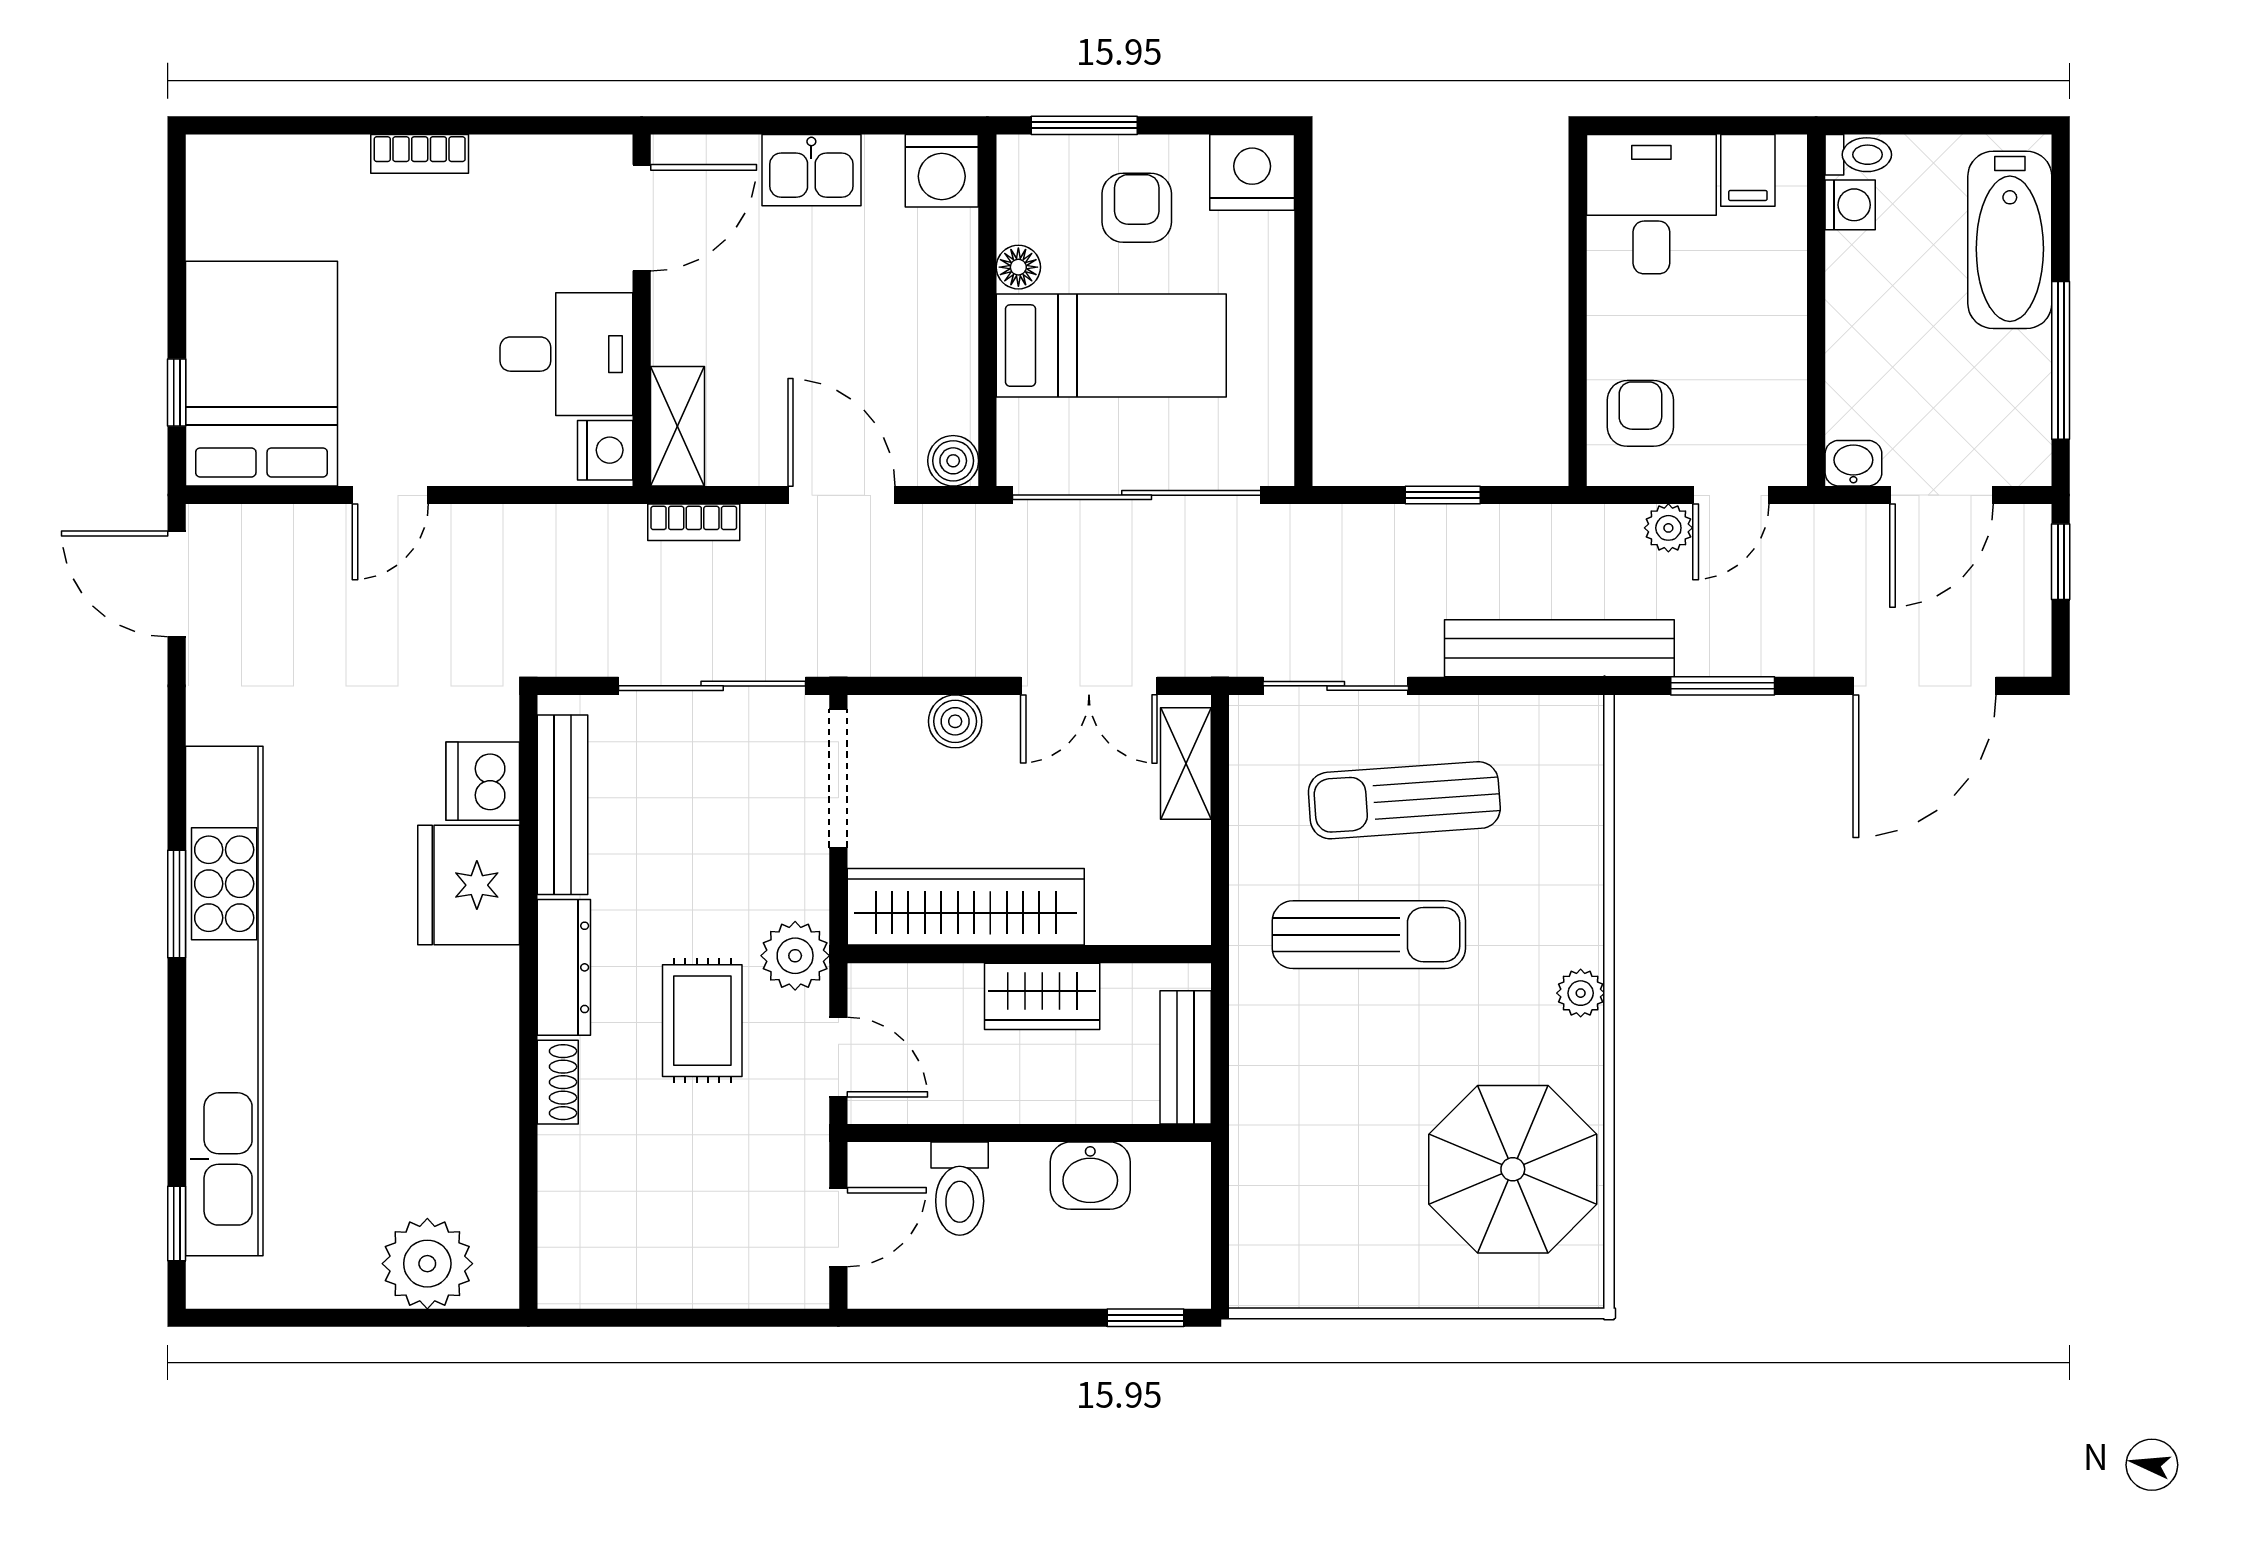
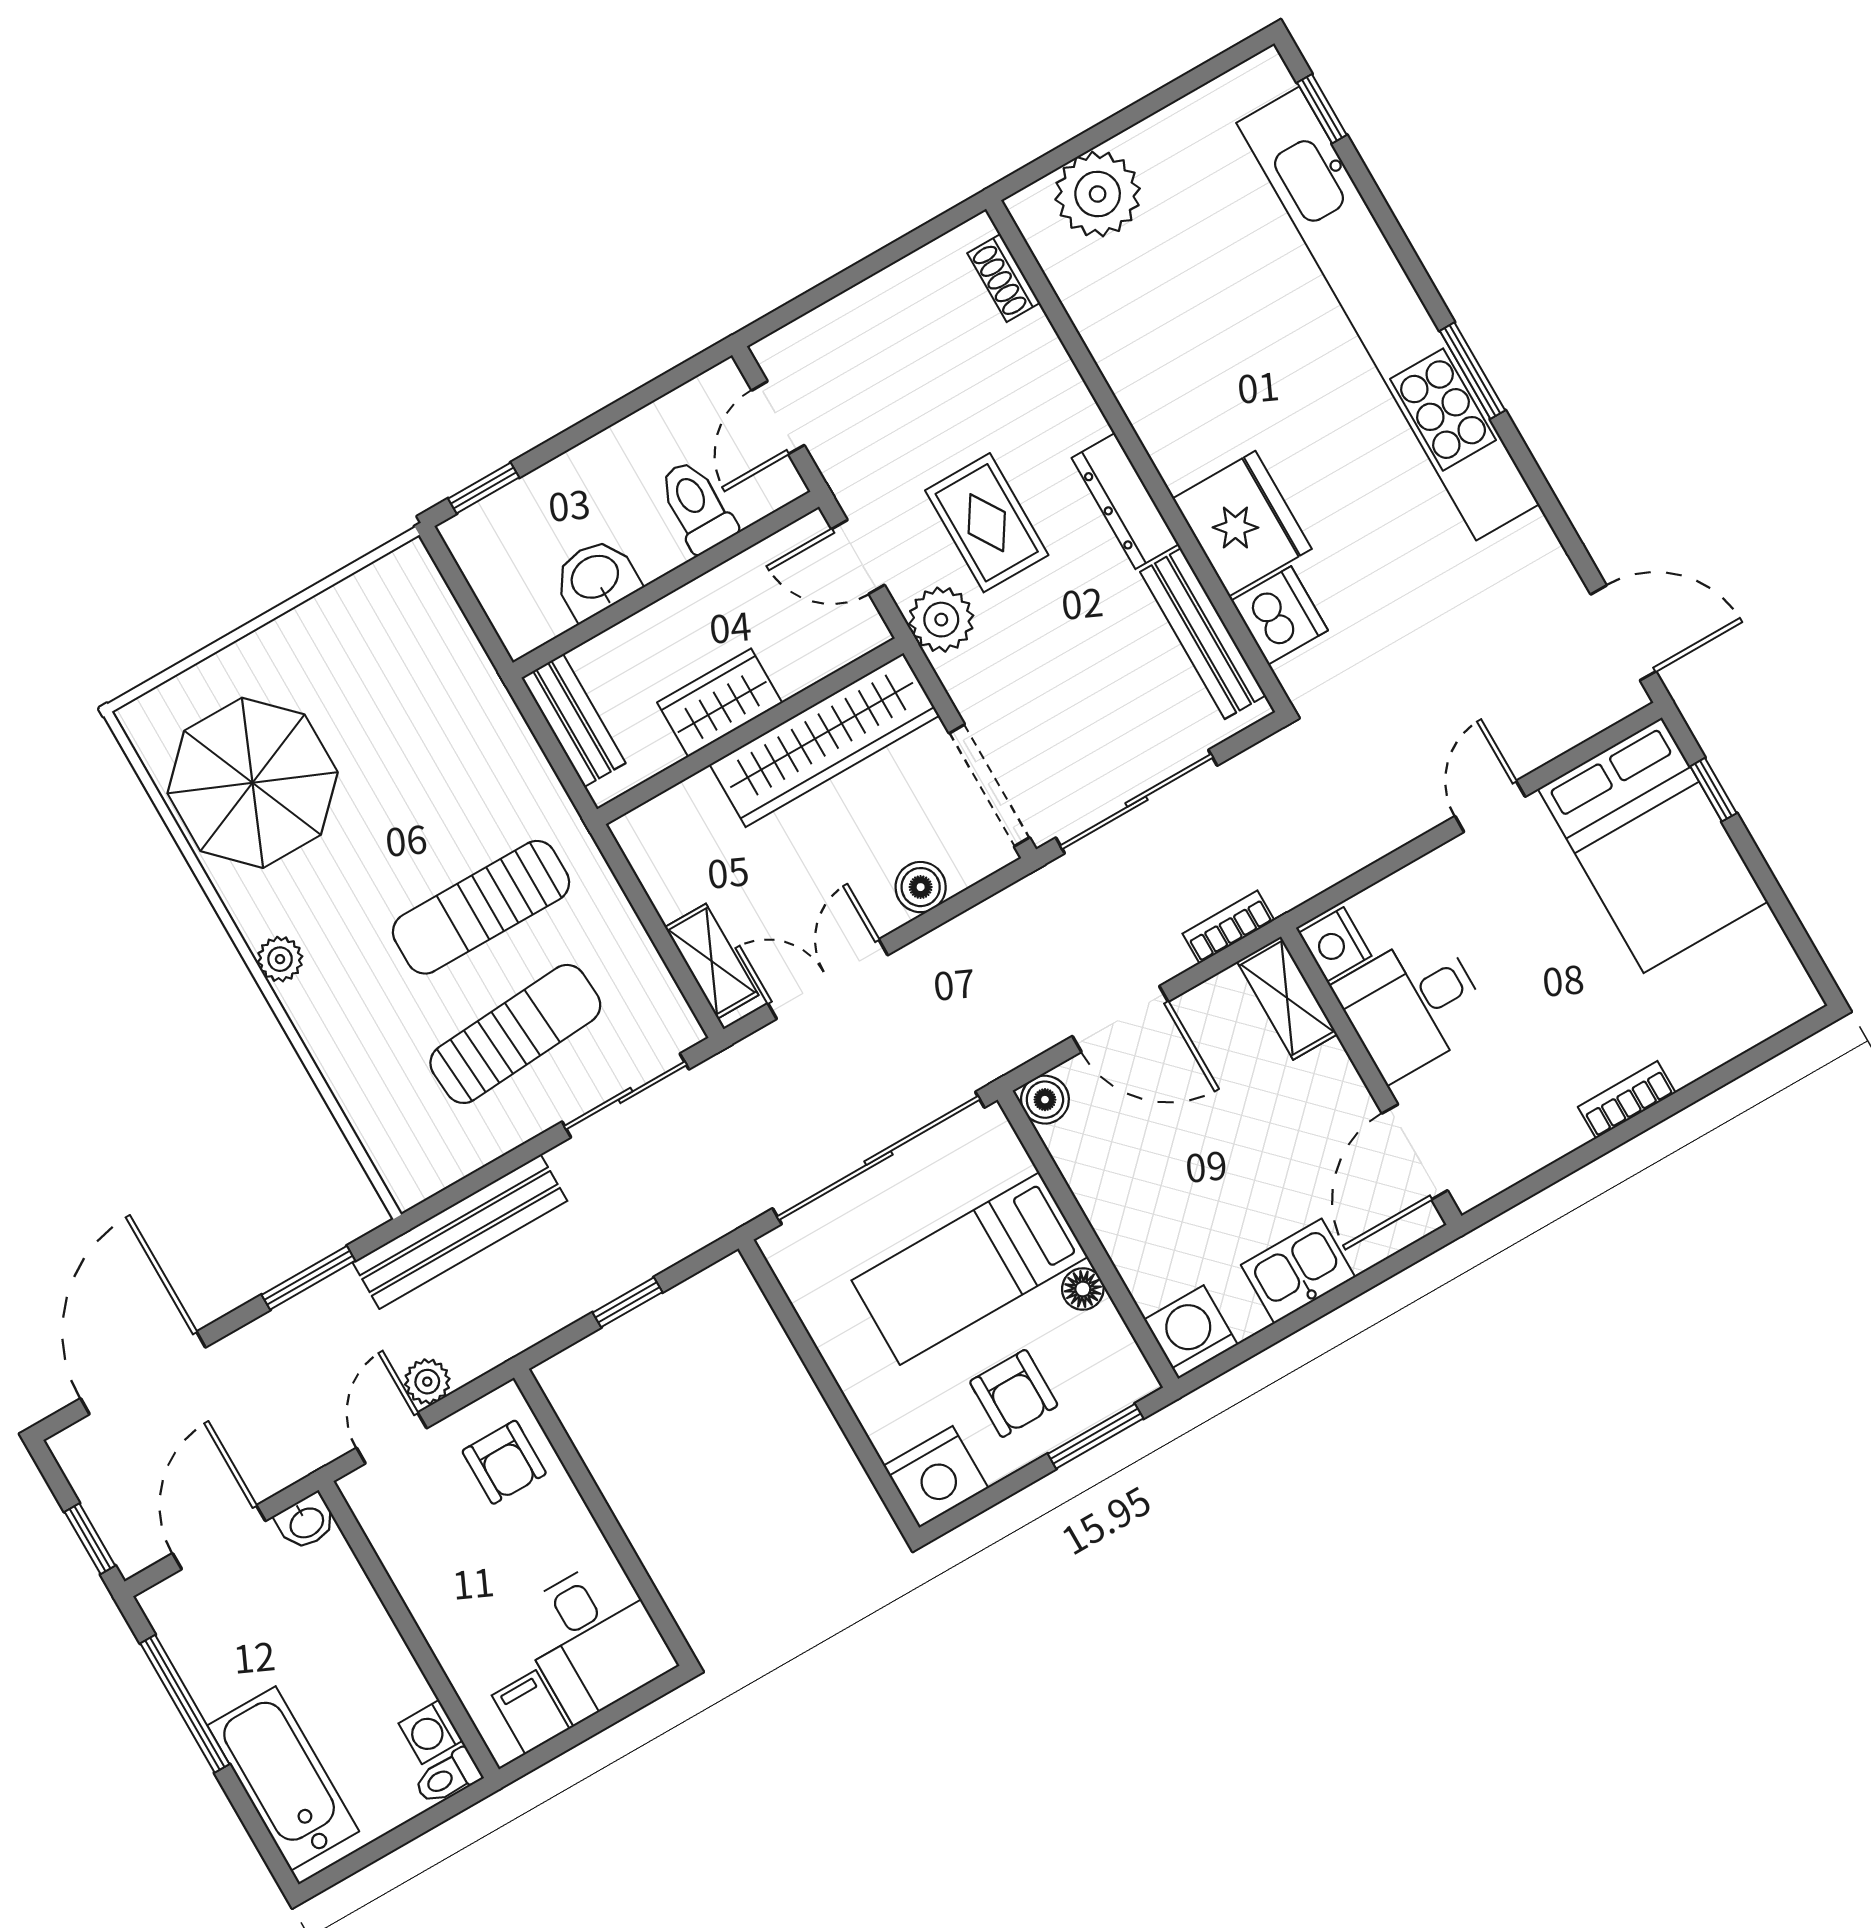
shoe rack: (558, 1082) -> (1004, 278), moved

